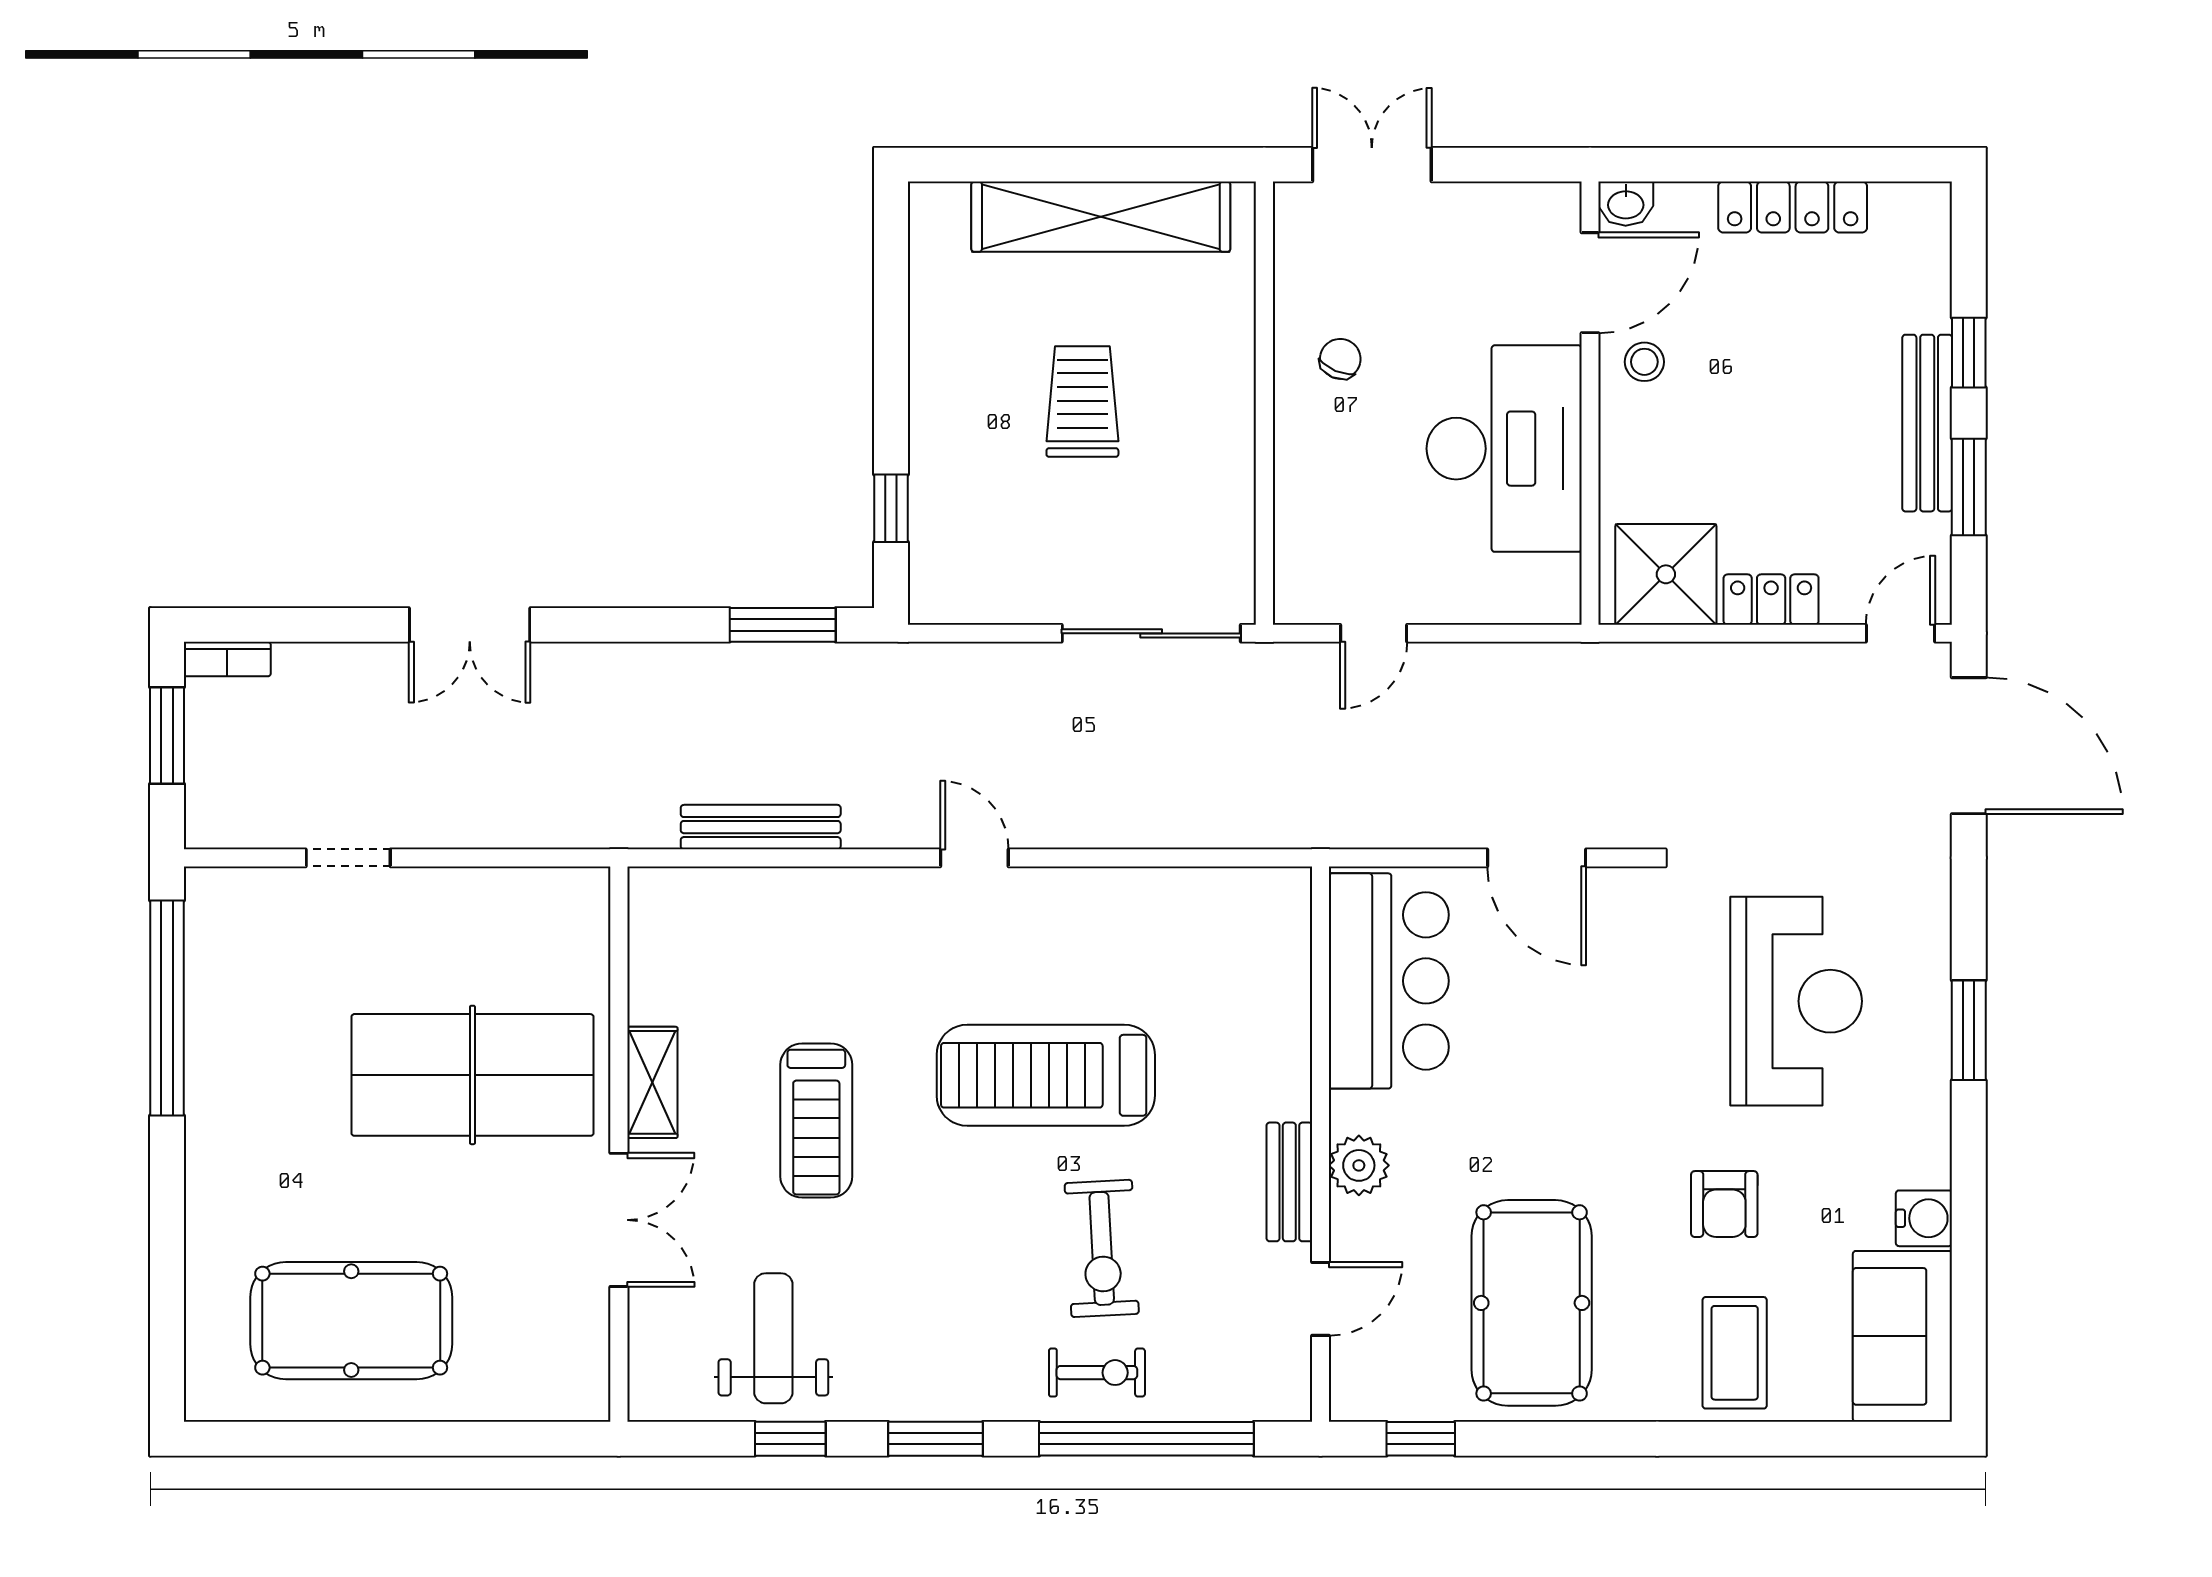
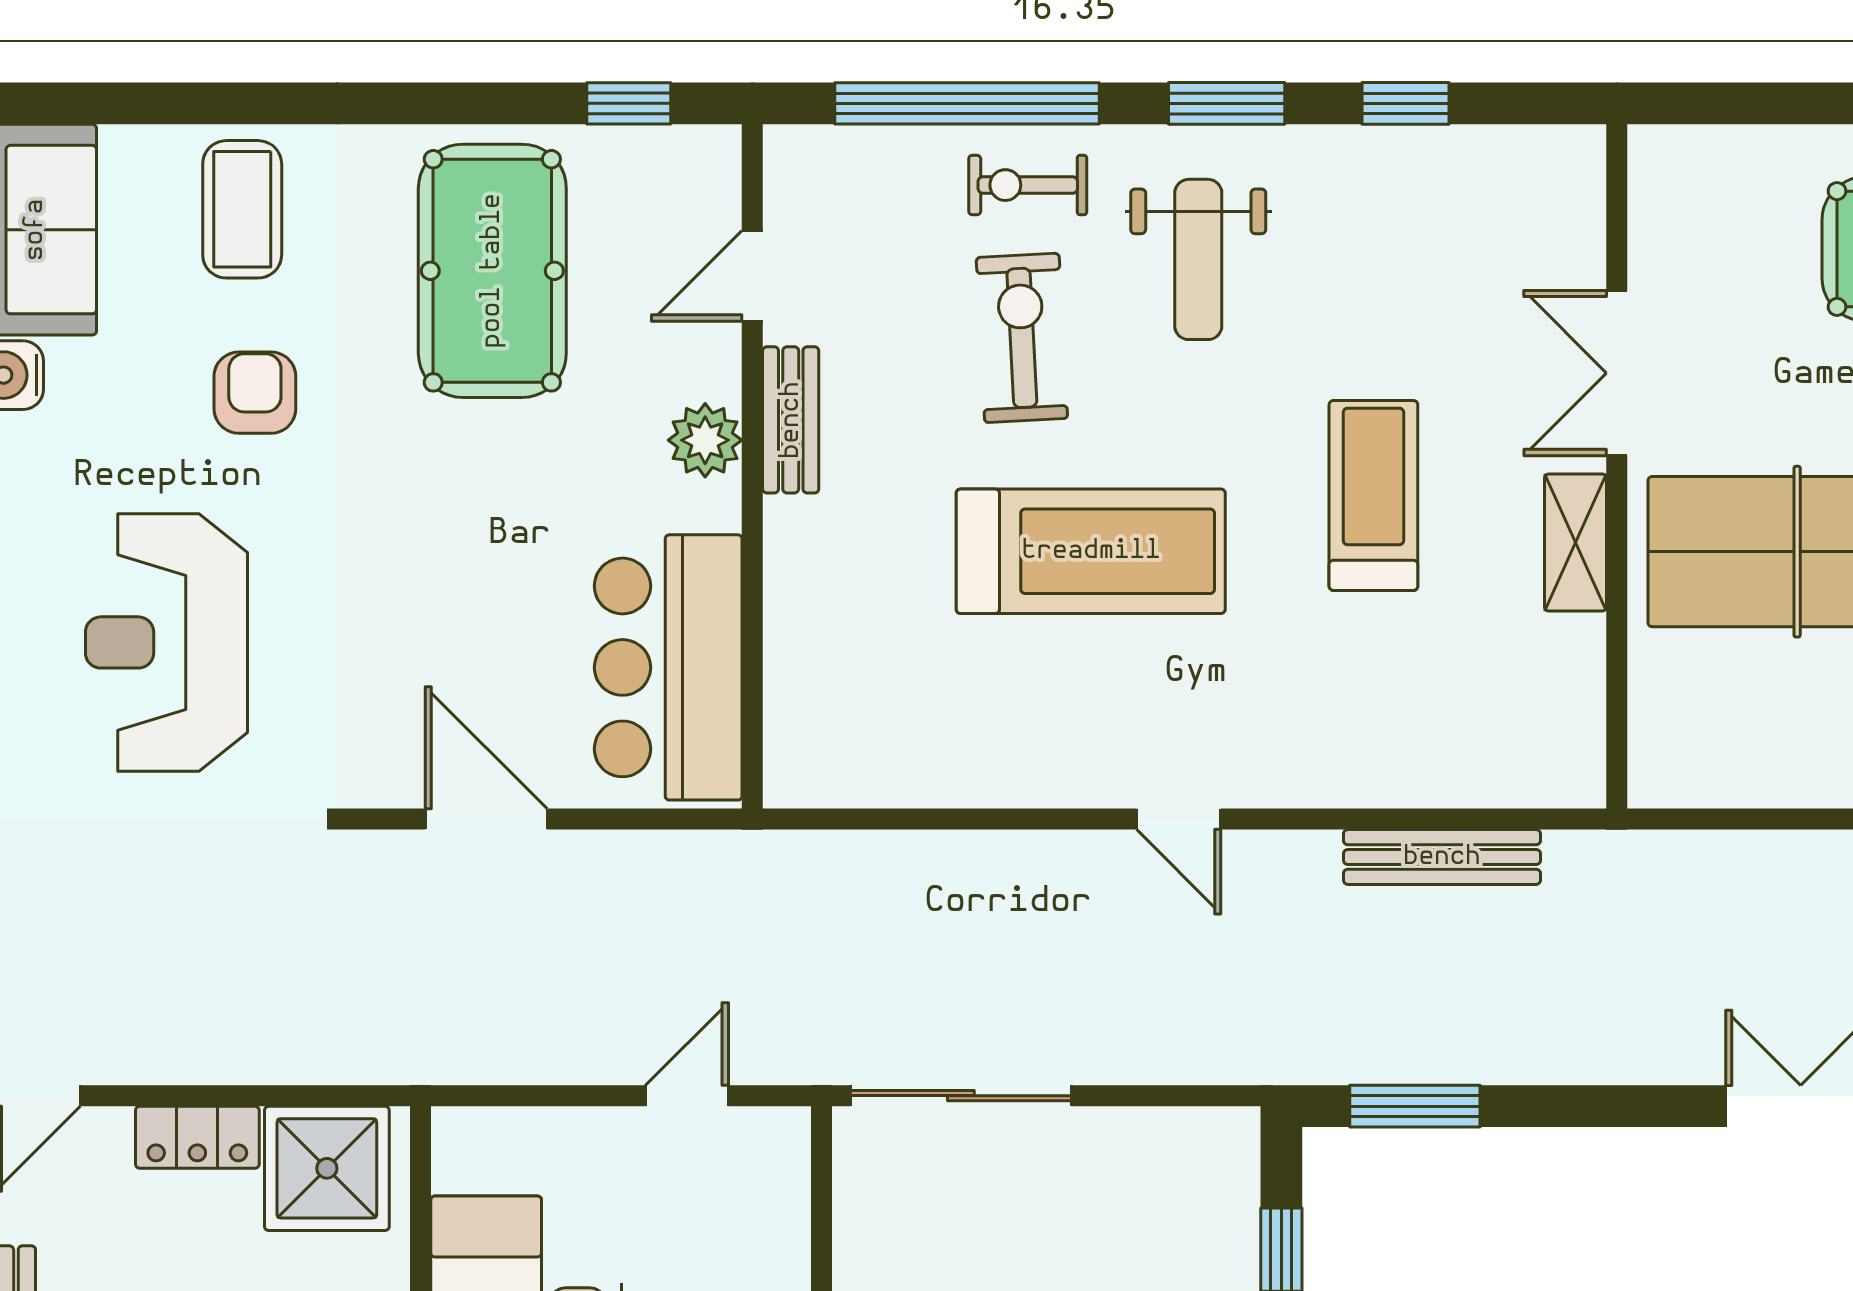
weight bench: (773, 1338) -> (1198, 259), moved

